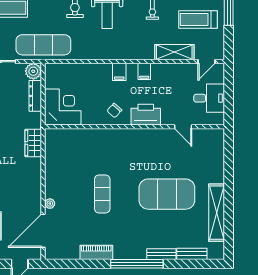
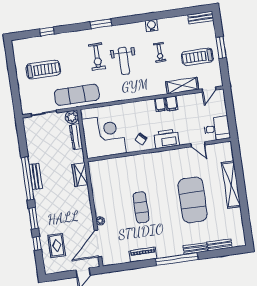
filing cabinet: (119, 72) -> (172, 103), moved
desk: (209, 98) -> (217, 129), moved
corner desk: (63, 107) -> (104, 136), width x1.36, depth x1.36
exercise mat: (167, 194) -> (193, 200), turned 90
shelving: (217, 213) -> (231, 185), moved

